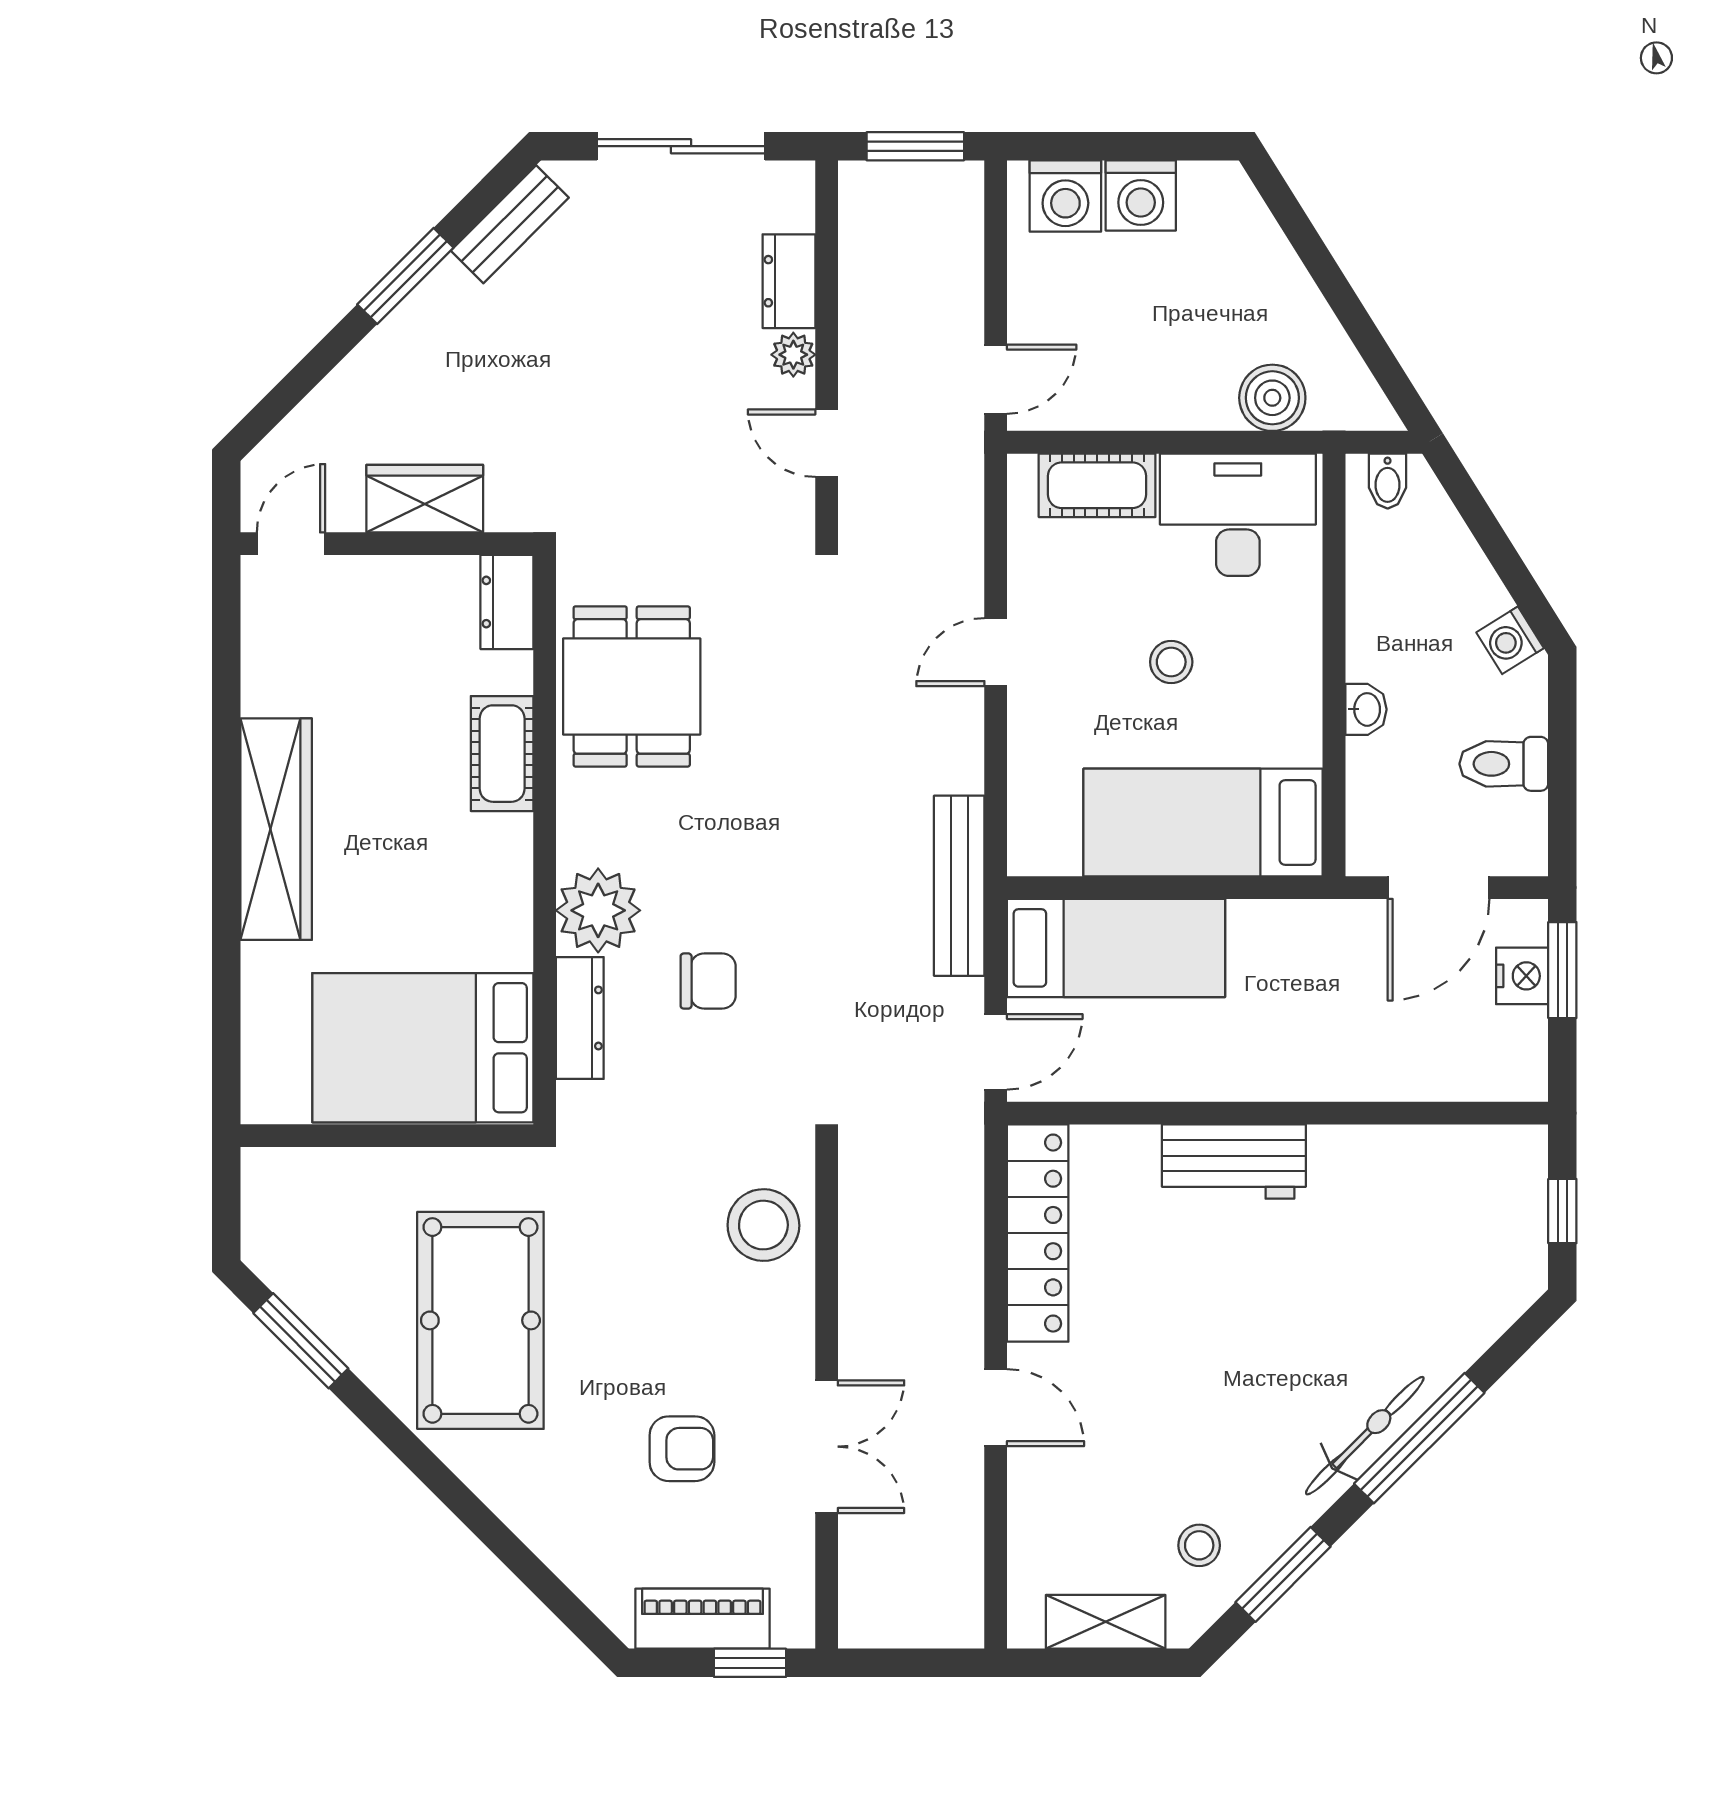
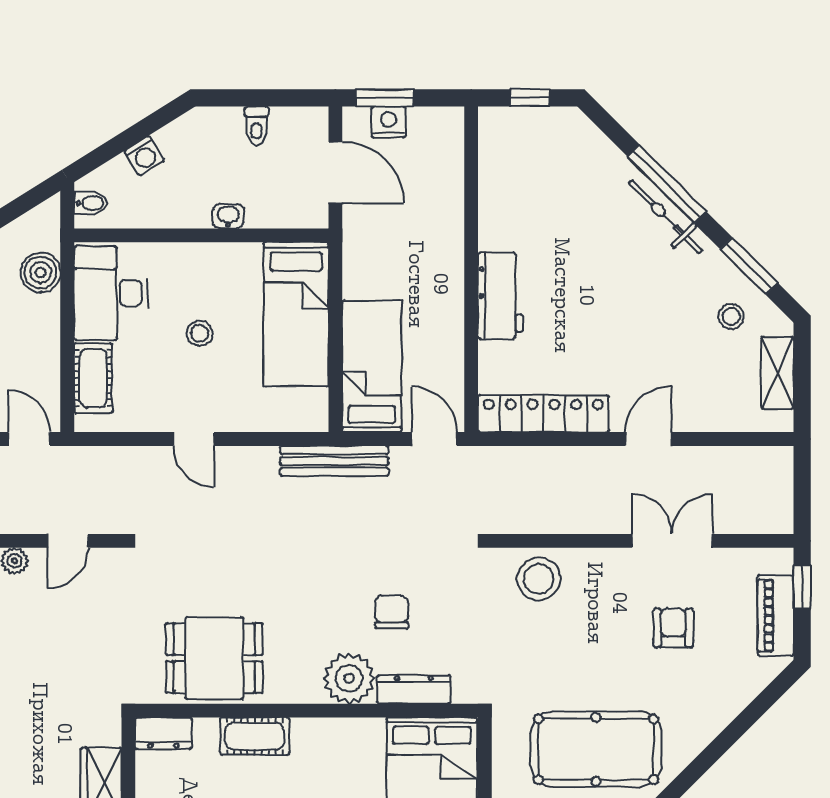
washing machine: (1510, 640) -> (144, 156), moved
toilet: (1504, 764) -> (256, 126), width x0.73, depth x0.72

